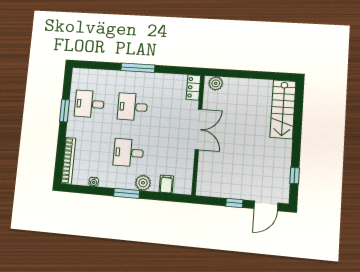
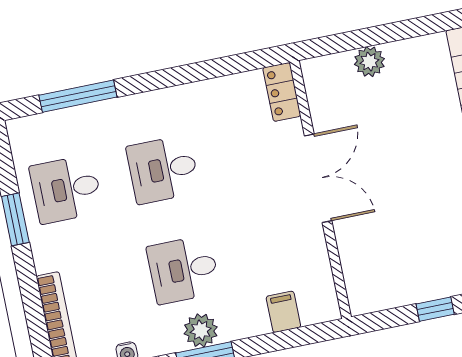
window: (138, 68) -> (78, 96), moved
plant: (216, 83) -> (369, 62), moved
plant: (143, 183) -> (201, 330), moved

